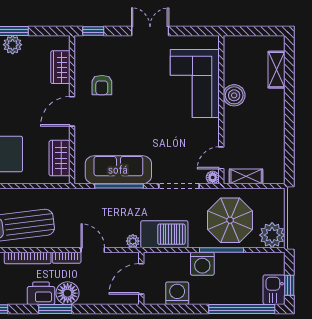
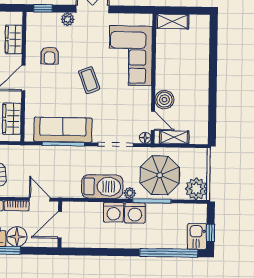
plant: (122, 43) -> (68, 19), added
shelving: (276, 70) -> (172, 22), moved, turned 90
boiler: (234, 95) -> (164, 100), moved
coffee table: (147, 112) -> (89, 80), added
door: (221, 158) -> (153, 121), swing flipped
plant: (133, 241) -> (130, 193), moved
wall: (141, 278) -> (60, 224), moved
door: (141, 279) -> (60, 225), moved
washing machine: (177, 293) -> (114, 212), moved, turned 180

